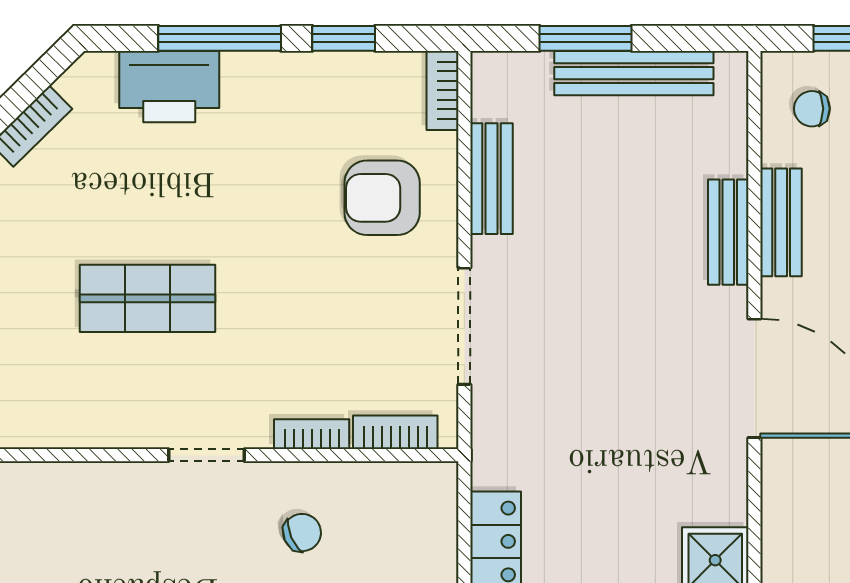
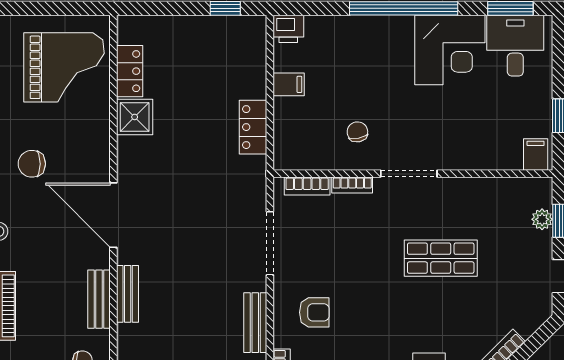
armchair: (382, 198) -> (314, 312), width x0.72, depth x0.72
doorway: (207, 455) -> (409, 174), width x1.38
chair: (302, 533) -> (357, 132), turned 103

